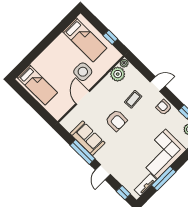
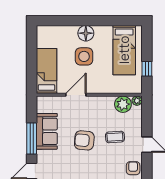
floor lamp: (51, 53) -> (86, 33), added
side table: (83, 72) -> (84, 56), moved
bed: (37, 85) -> (47, 71), moved, turned 180
armchair: (116, 120) -> (84, 140), turned 95

